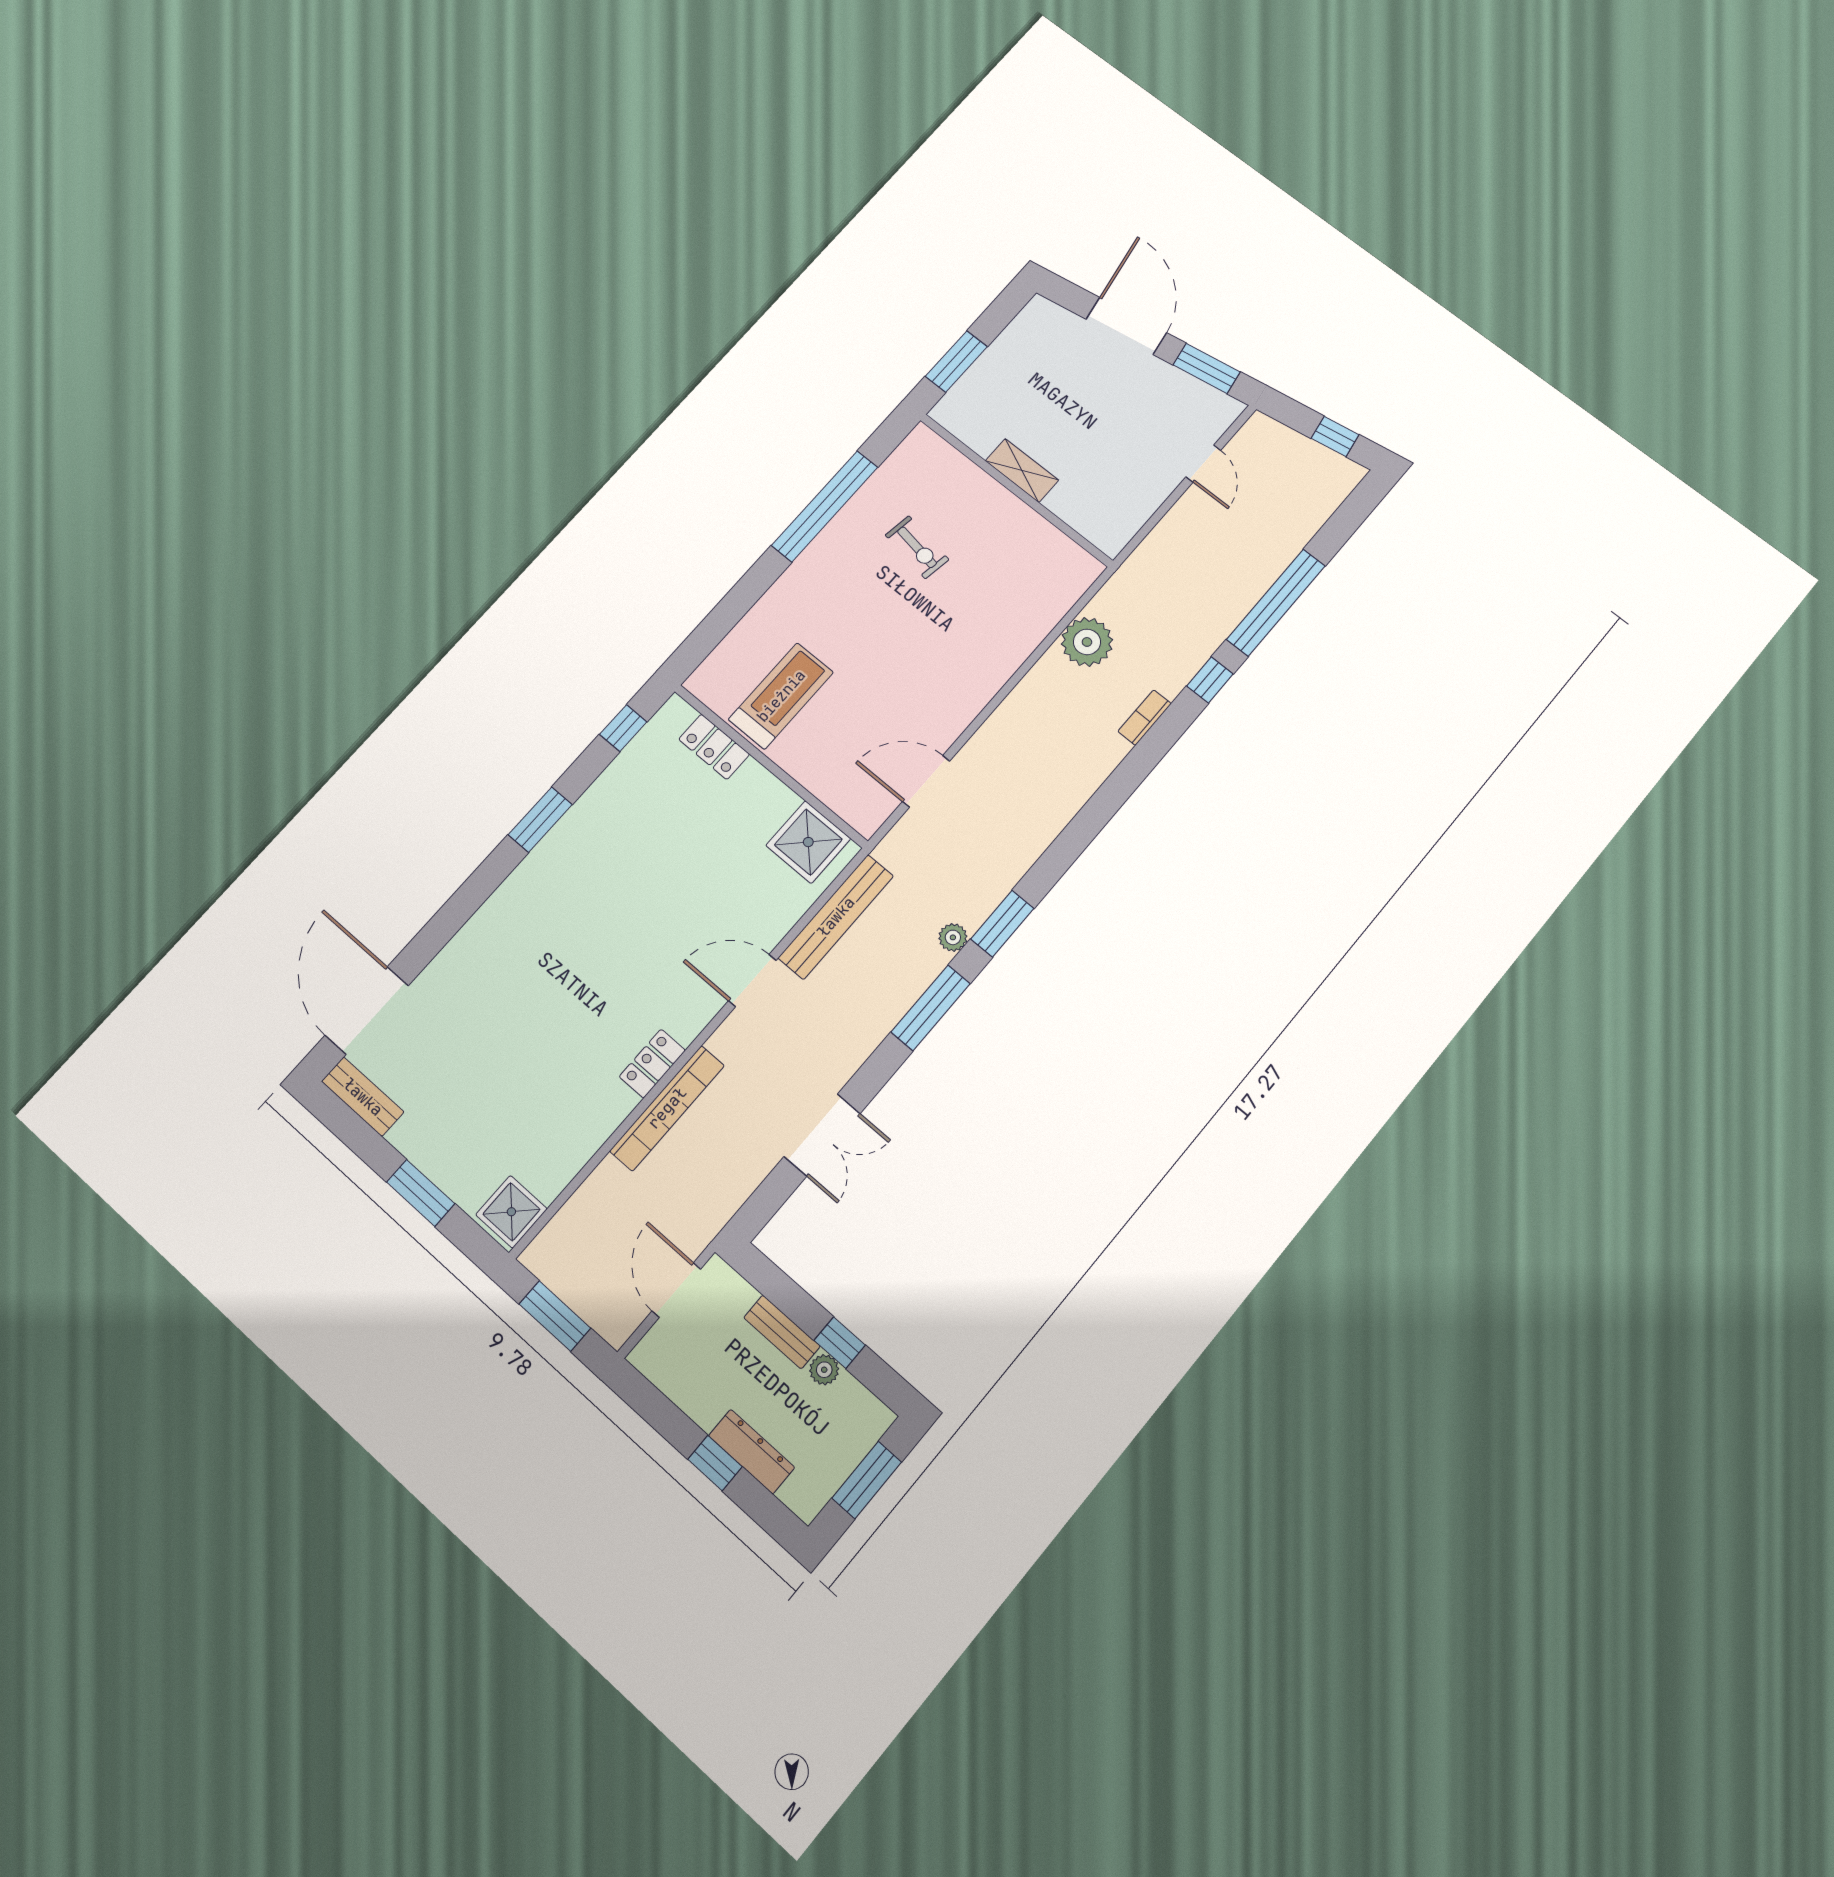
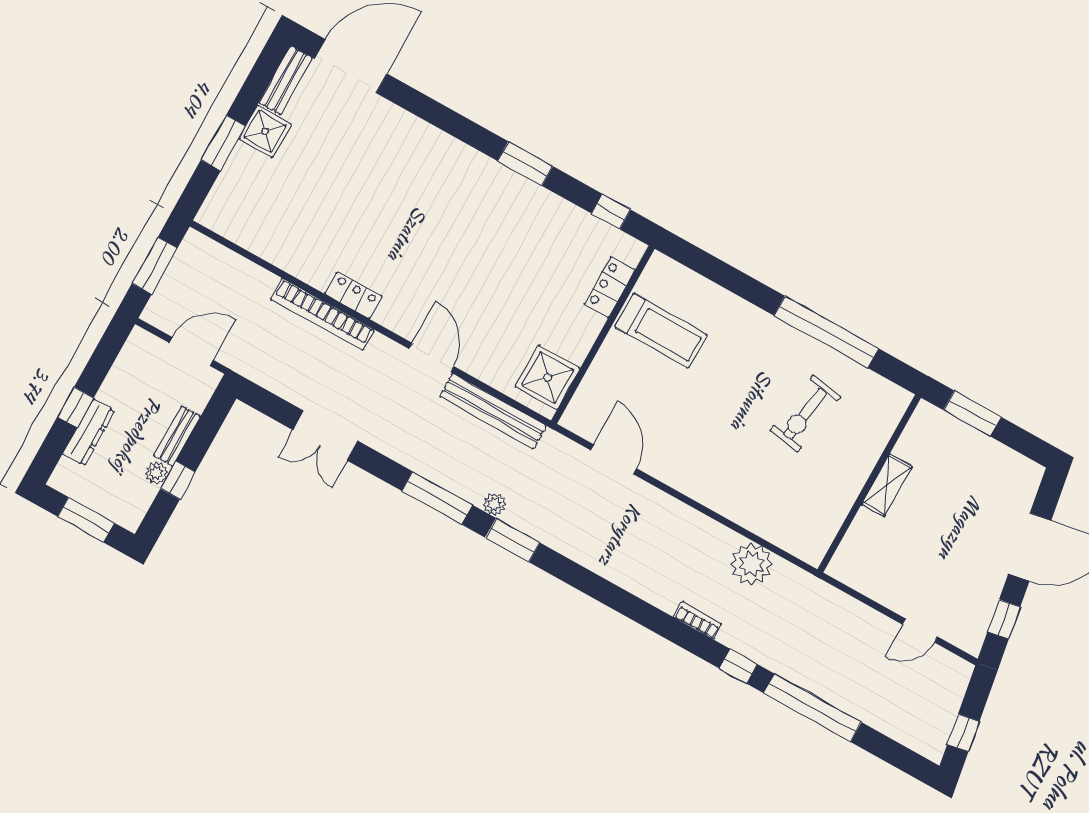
window: (1207, 368) -> (1004, 619), width x0.67
exercise bike: (917, 547) -> (805, 414), width x1.38, depth x1.39
shower: (511, 1212) -> (265, 131), moved

